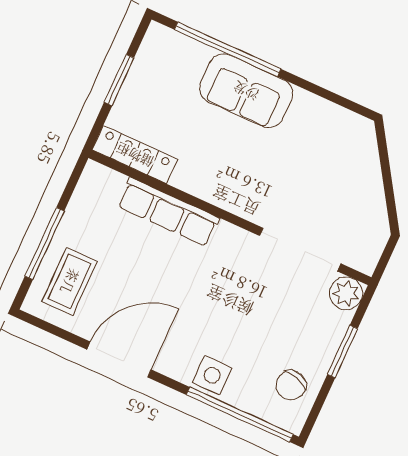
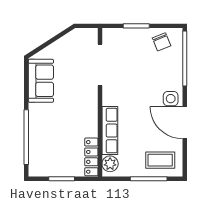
sofa: (246, 91) -> (41, 81), moved
plant: (346, 293) -> (110, 164), moved
side table: (212, 375) -> (171, 99), moved
chair: (291, 385) -> (161, 42), turned 51

